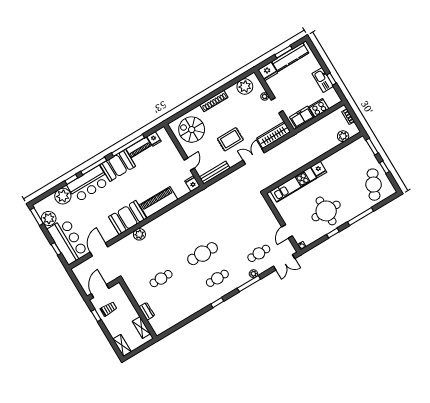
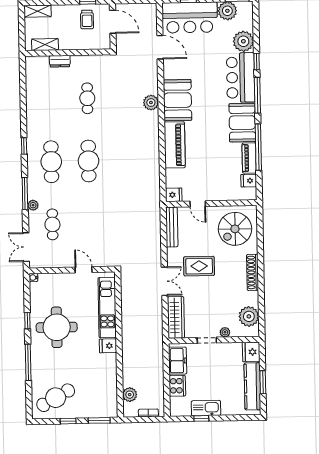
spiral stairs: (192, 130) -> (235, 229), turned 180
rug: (230, 139) -> (199, 266), turned 90
cafe table: (374, 185) -> (56, 398), turned -55
door: (287, 231) -> (84, 270), moved
cafe table: (217, 278) -> (51, 162), width x1.37, depth x1.35

